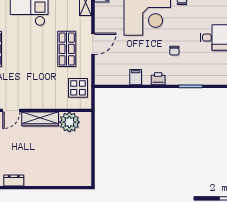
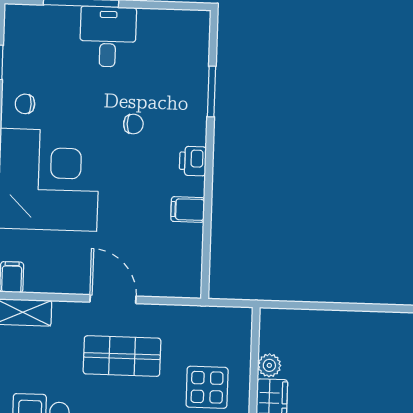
display table: (78, 88) -> (207, 387), moved
plant: (69, 122) -> (269, 365), width x0.53, depth x0.53

